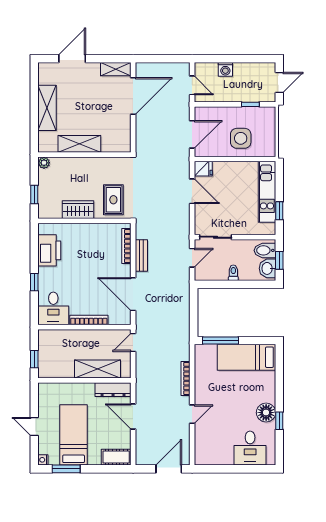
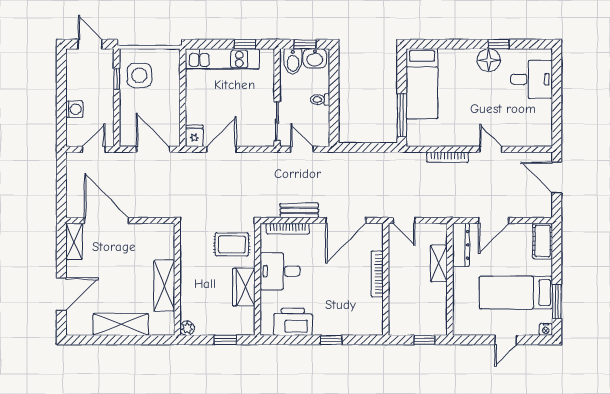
door: (72, 59) -> (61, 294), swing flipped
side table: (241, 138) -> (139, 75), moved
desk: (53, 308) -> (280, 271), moved, turned 180
shelving: (98, 369) -> (439, 264), width x0.67, depth x0.75

